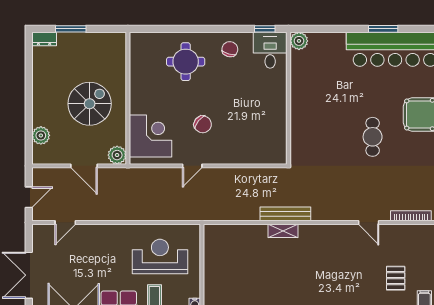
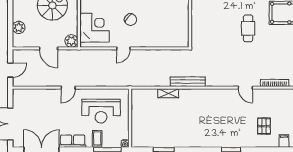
door: (65, 223) -> (68, 88), moved
shelving: (283, 231) -> (168, 93), moved
reception desk: (160, 256) -> (101, 111), turned 180

